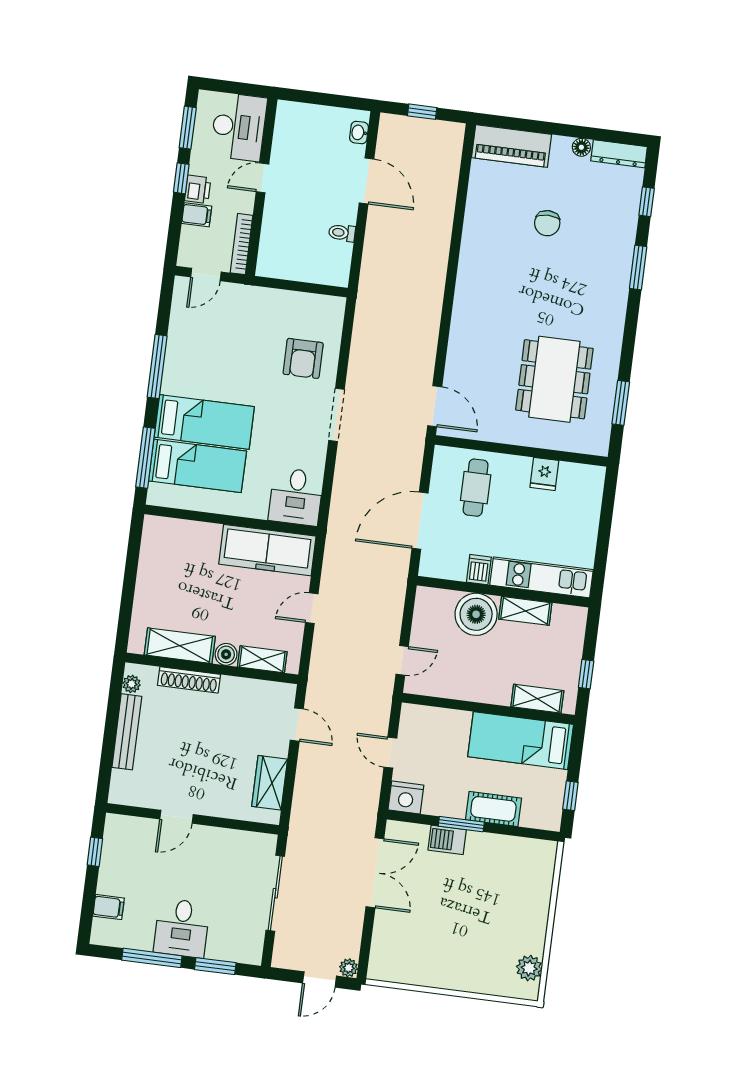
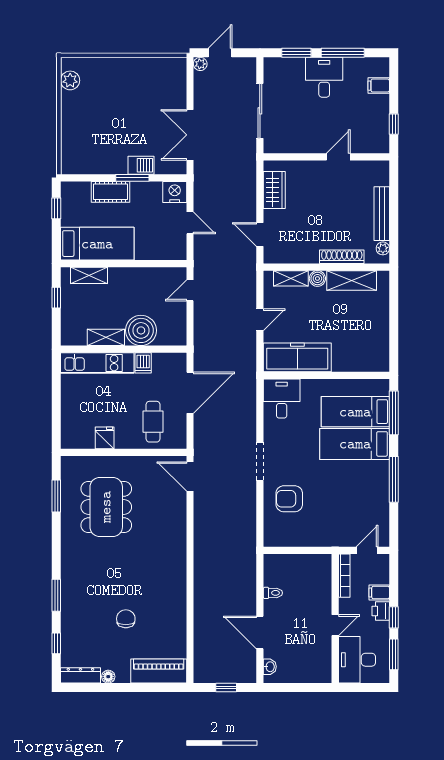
armchair: (303, 358) -> (289, 499), turned -90

